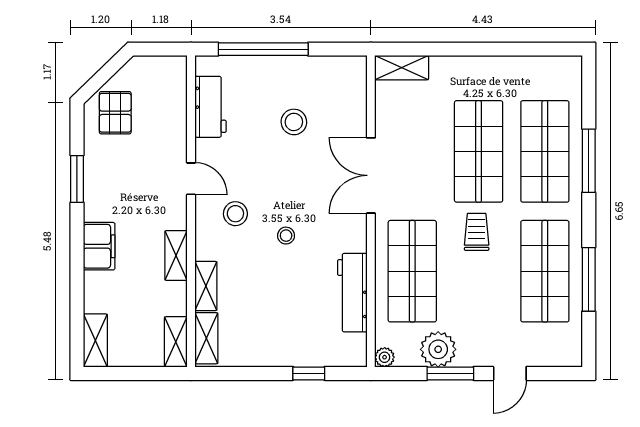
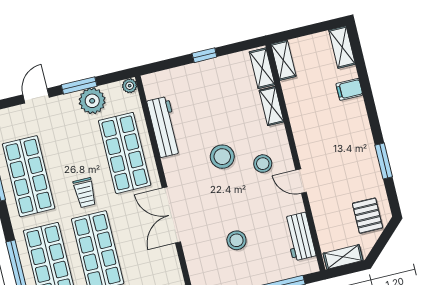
double door: (371, 175) -> (171, 215), swing flipped
stool: (286, 236) -> (222, 157), width x1.89, depth x1.89
filing cabinet: (99, 246) -> (349, 89), moved, width x0.50
shelving: (176, 255) -> (343, 257), moved, turned 90
window: (309, 373) -> (204, 55), moved

